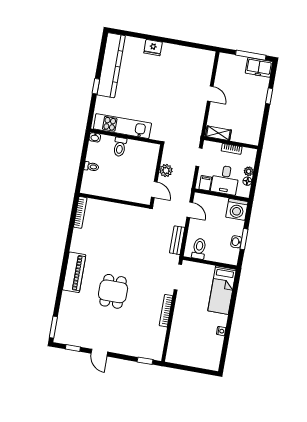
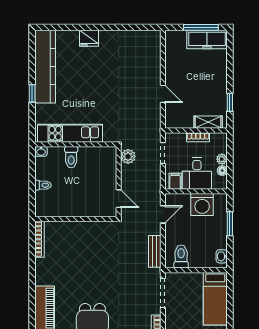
freezer: (259, 67) -> (207, 40), width x1.40
door: (210, 94) -> (163, 94), moved
window: (269, 96) -> (230, 102), moved
shelving: (218, 133) -> (208, 122), moved
plant: (166, 171) -> (128, 156), moved
washing machine: (237, 209) -> (202, 205), moved
door: (190, 210) -> (163, 214), hinge flipped
window: (244, 239) -> (230, 224), moved
washbasin: (236, 242) -> (222, 256), moved

